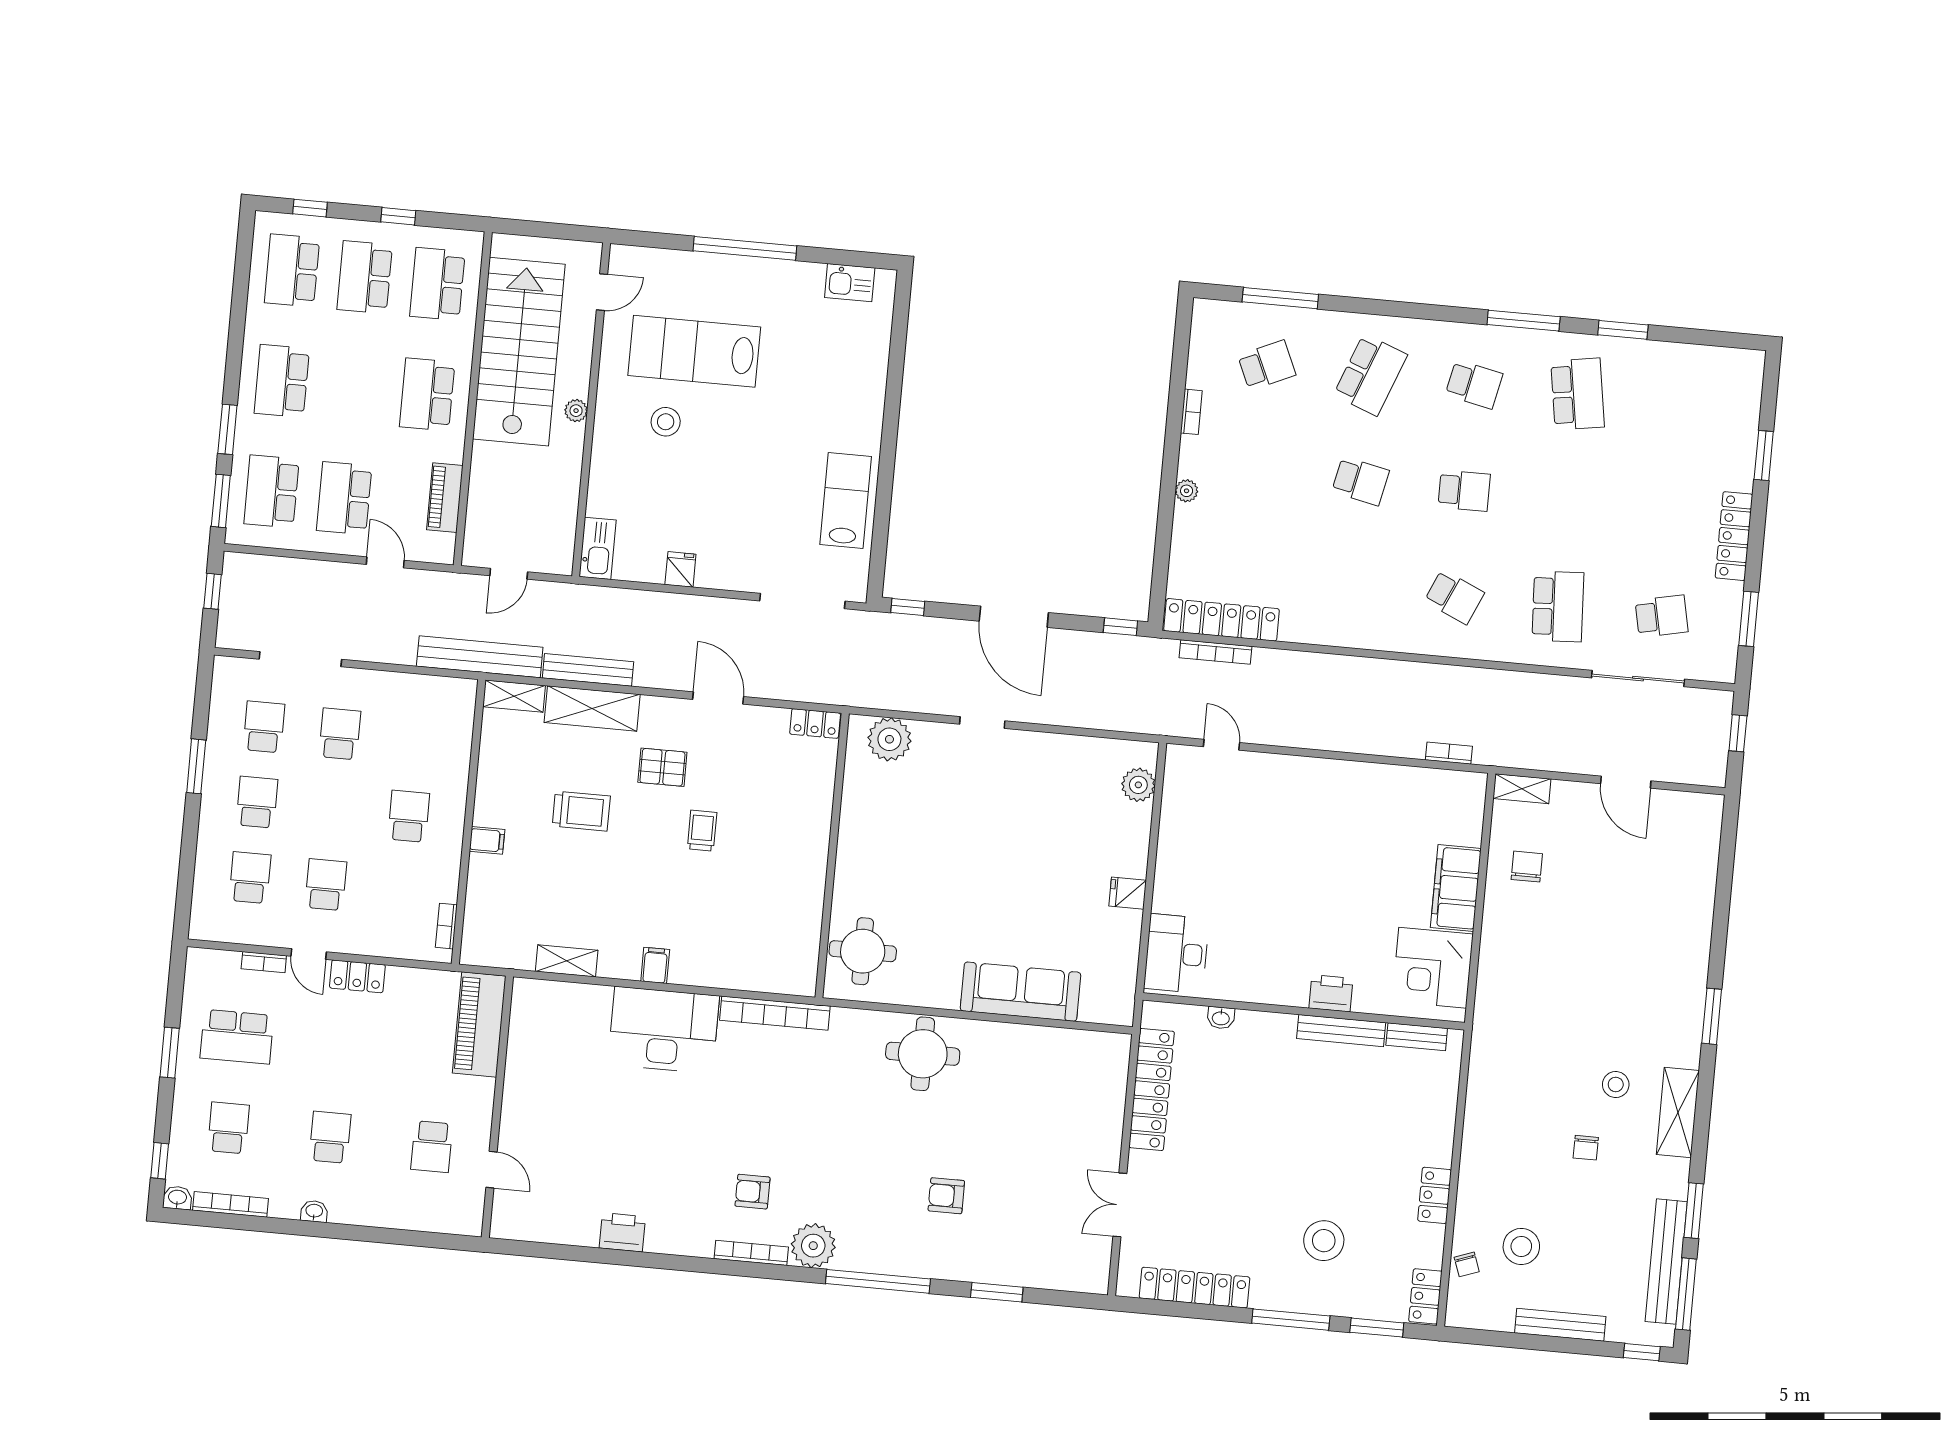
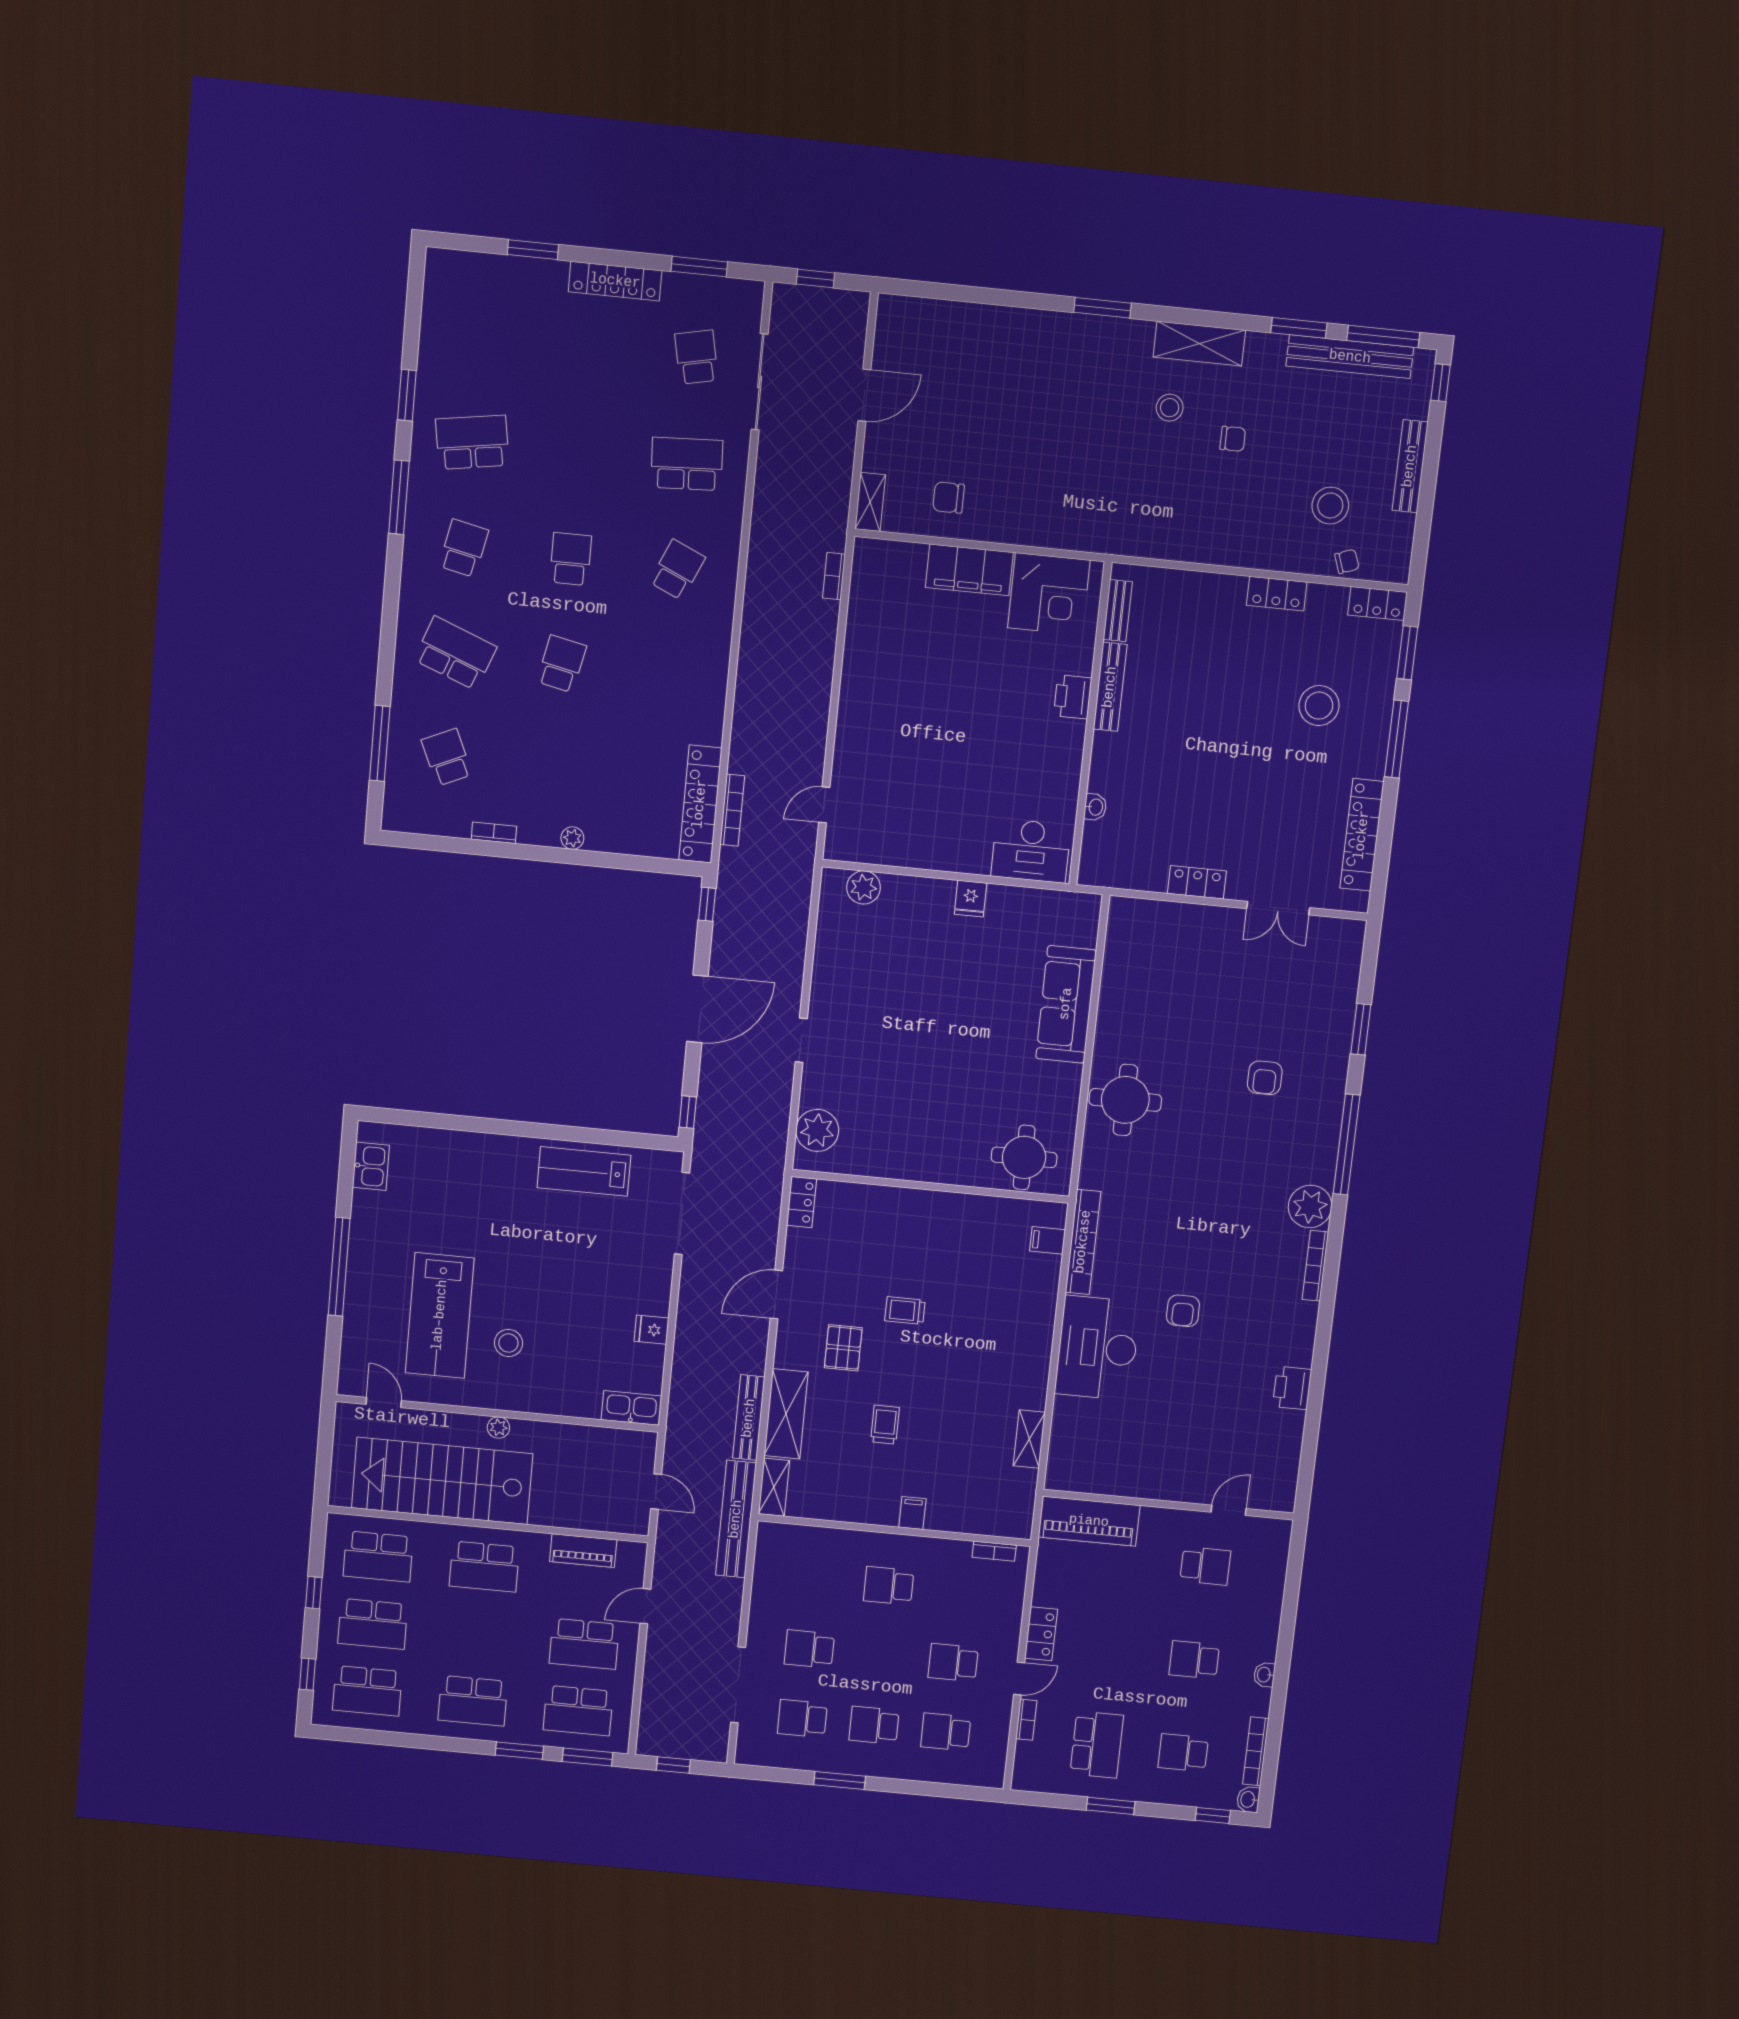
trolley: (581, 811) -> (885, 1425), width x0.73, depth x0.72
filing cabinet: (655, 965) -> (1048, 1240), moved
locker: (1152, 1089) -> (1197, 882), width x0.46, depth x0.83
armchair: (753, 1192) -> (1183, 1311), moved

